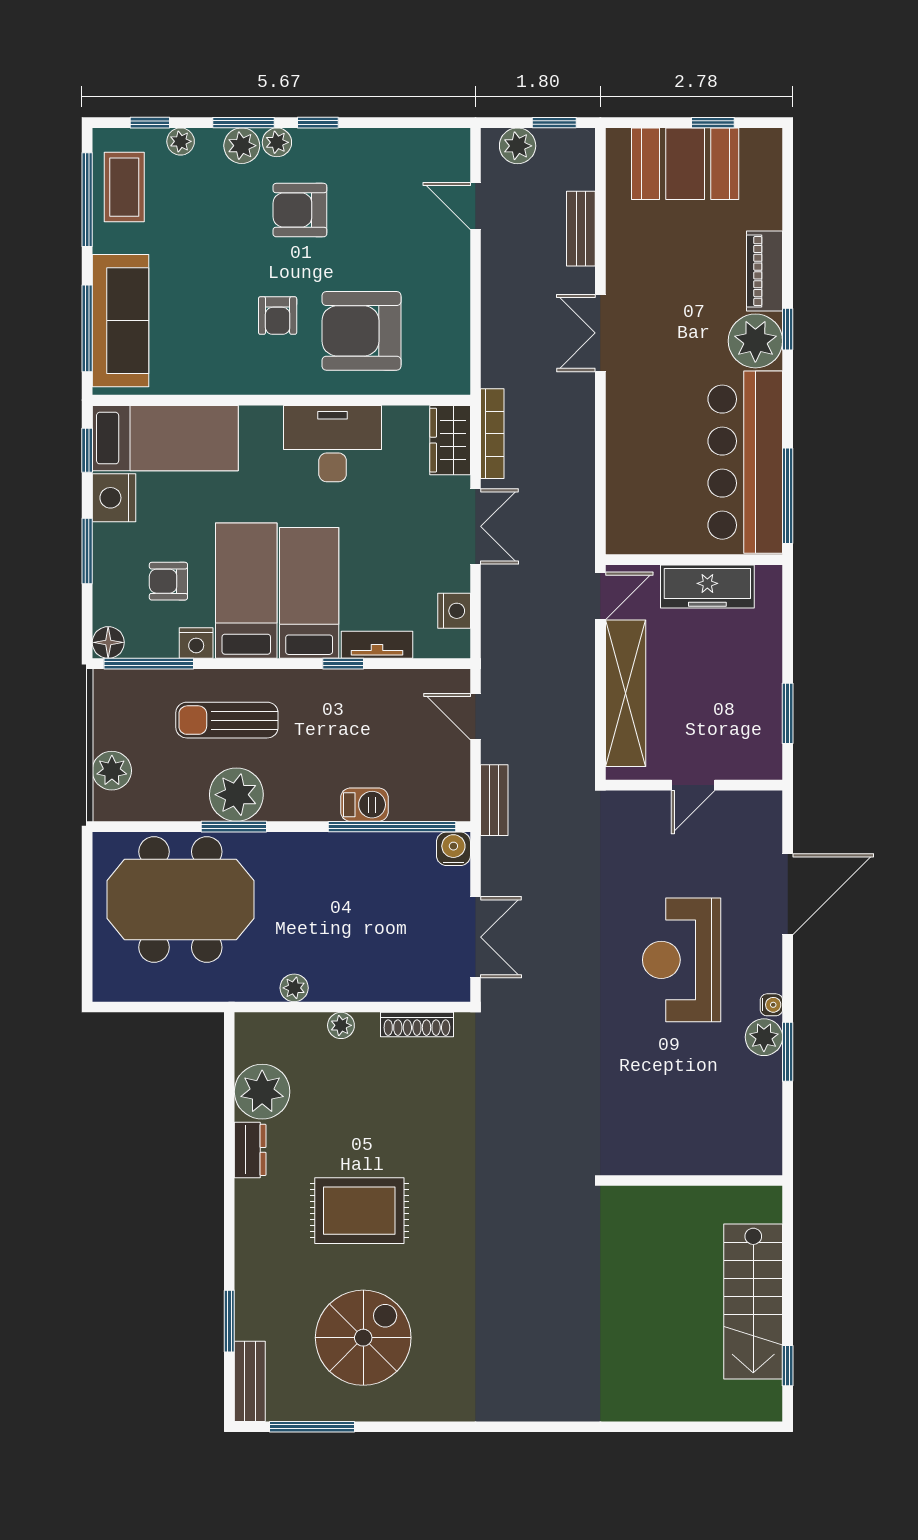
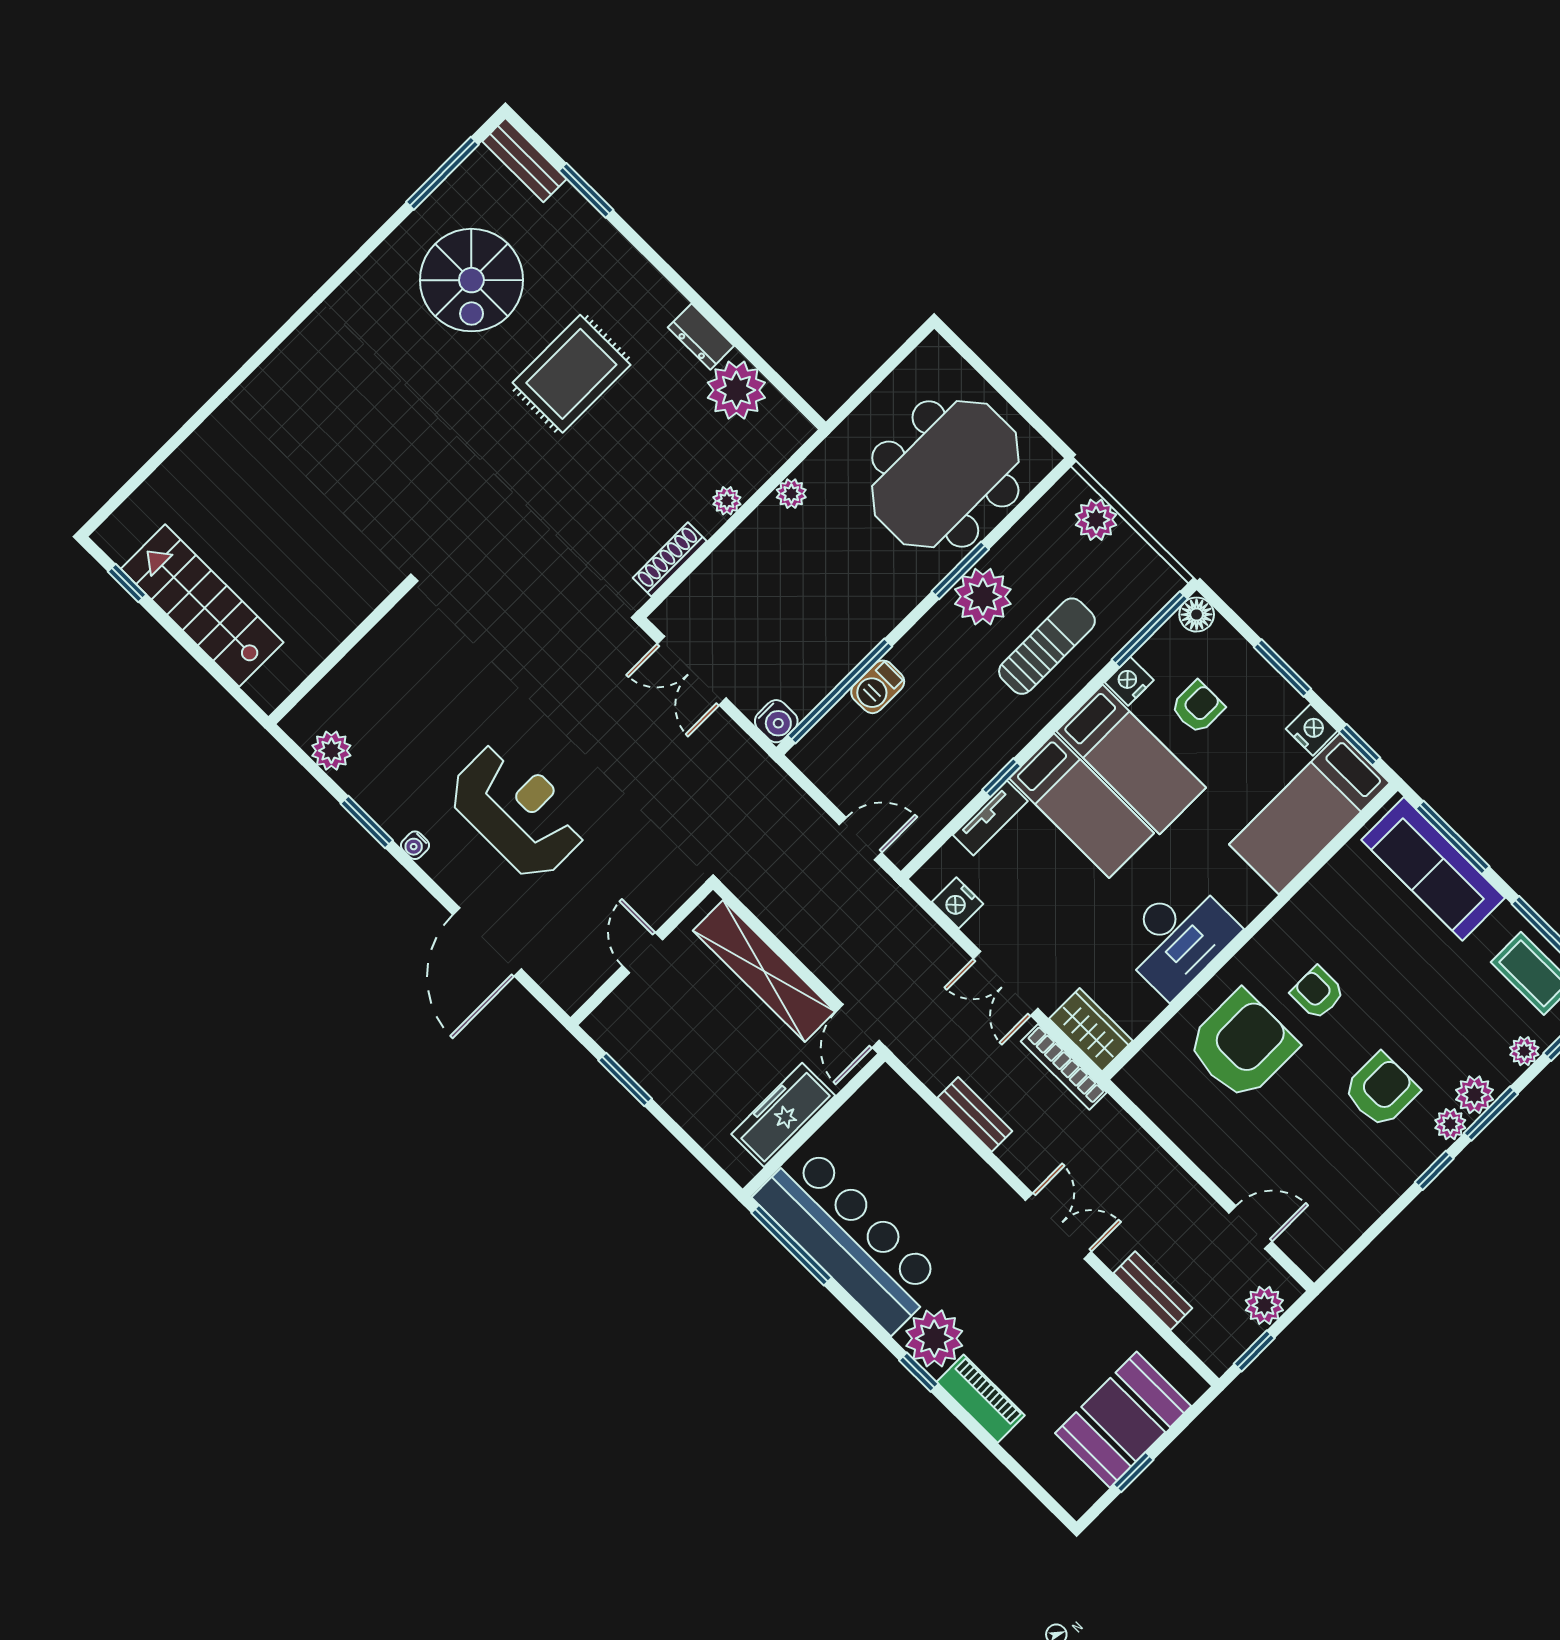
nightstand: (114, 498) -> (1312, 730), width x0.74, depth x0.75
bench: (494, 800) -> (975, 1114), moved
plant: (764, 1037) -> (331, 751), moved

